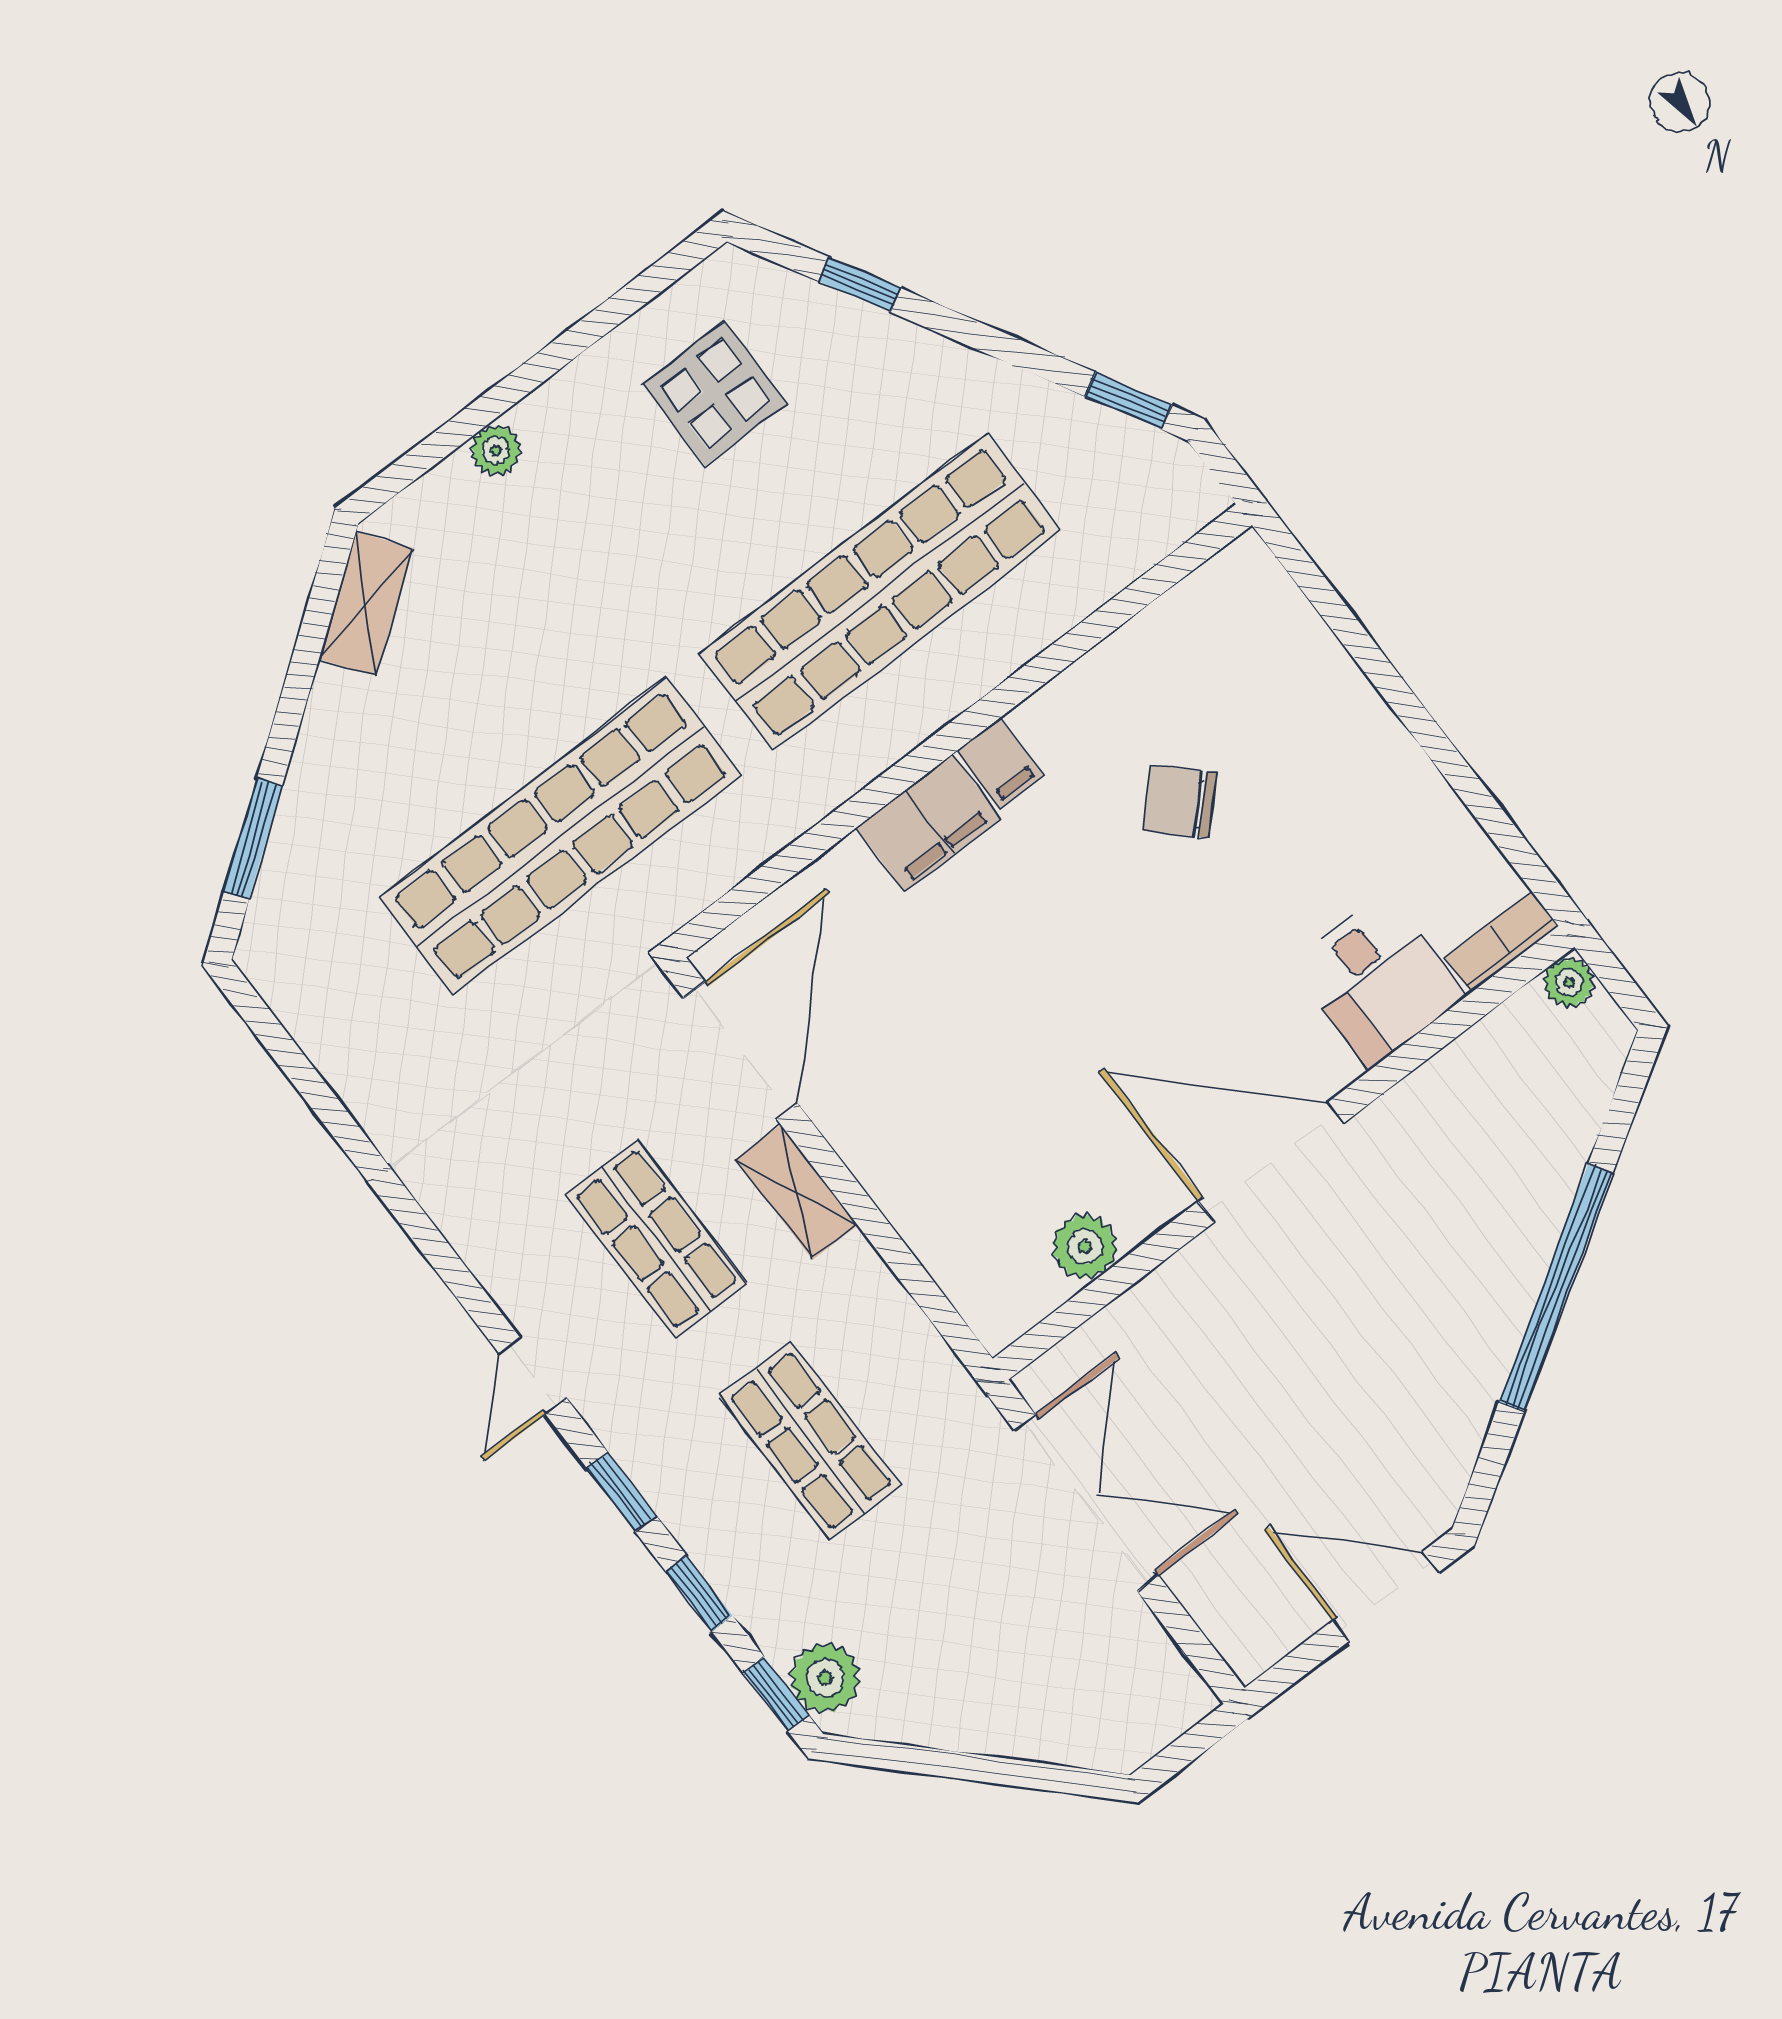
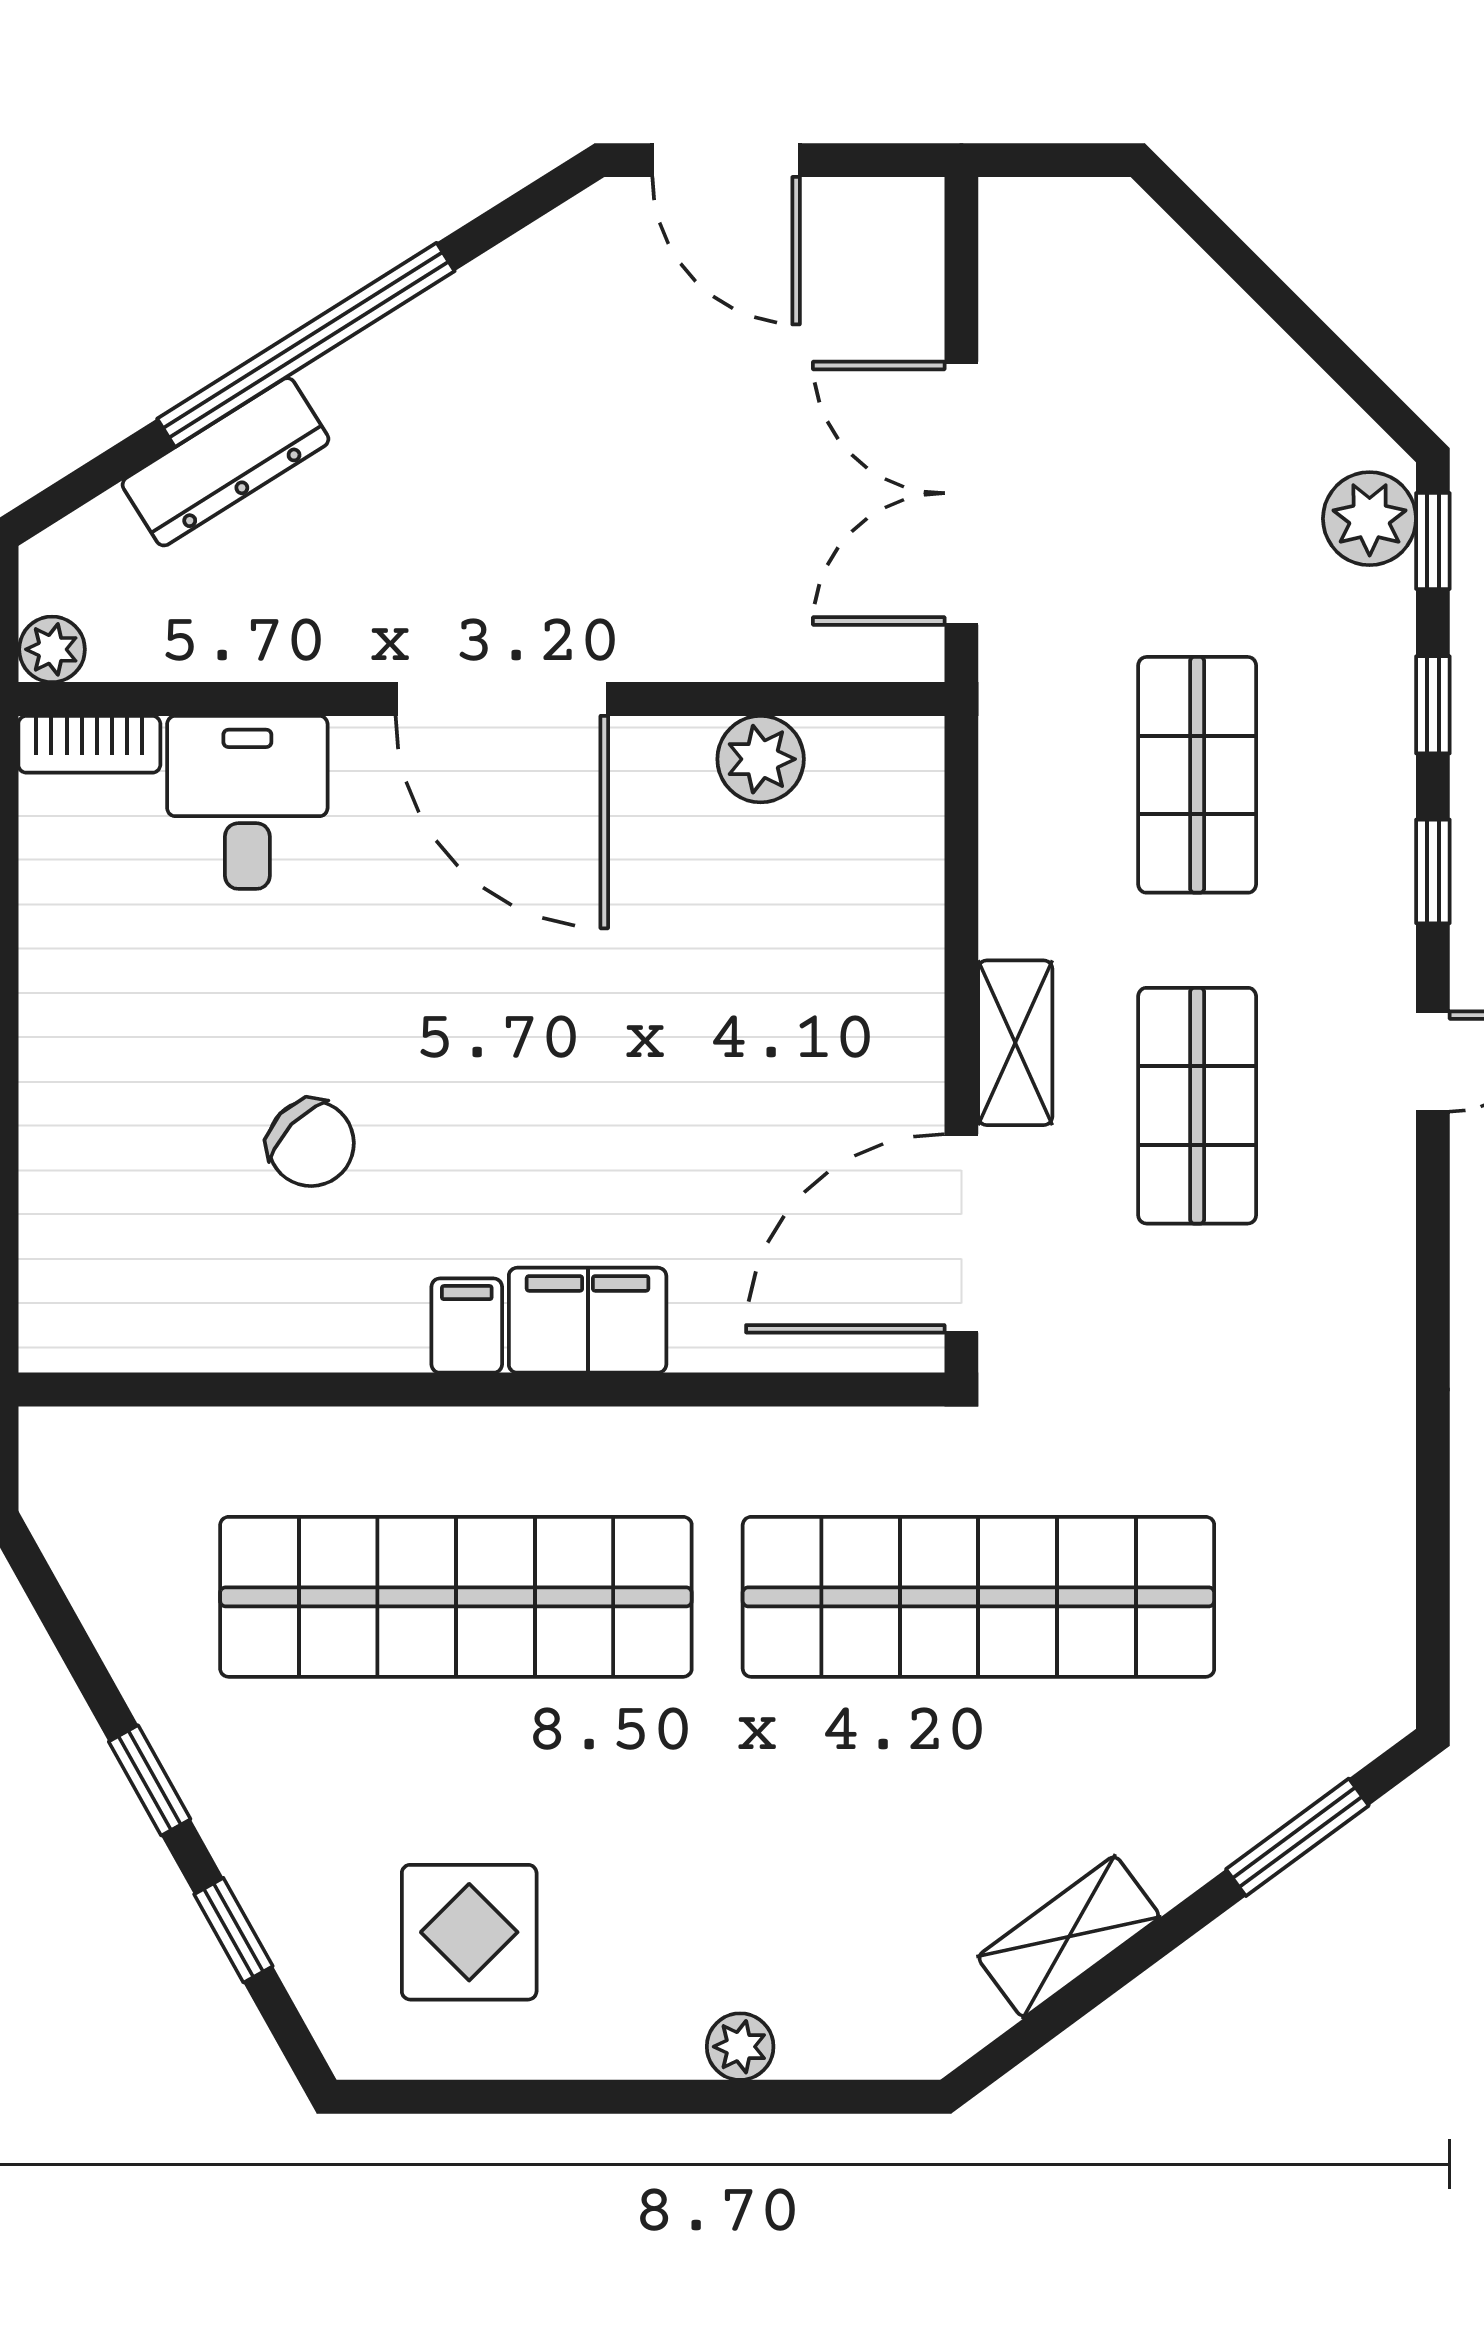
window: (1128, 401) -> (150, 1780), moved
shelving: (366, 604) -> (1069, 1937), moved
dresser: (1551, 1178) -> (226, 462), added

